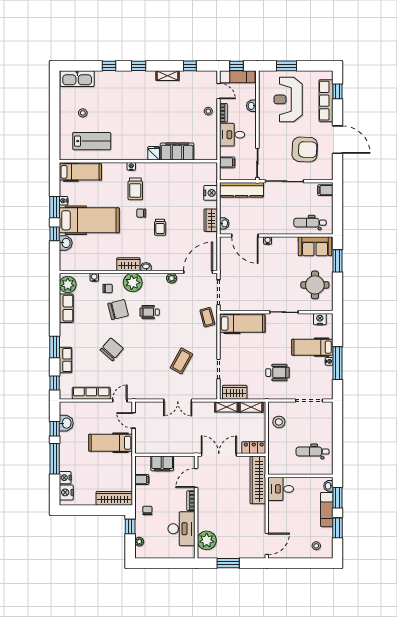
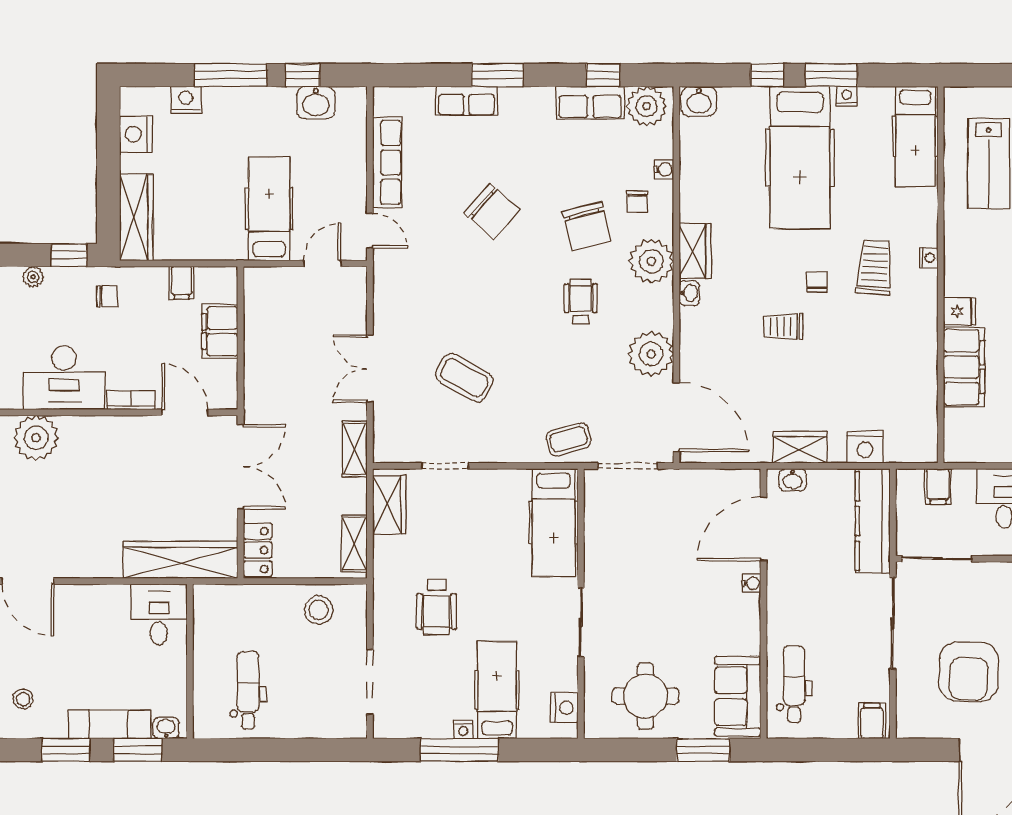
trolley: (135, 189) -> (875, 267), turned 94
washbasin: (66, 243) -> (699, 101), moved
plant: (172, 278) -> (651, 354), width x1.87, depth x1.87
window: (55, 383) -> (603, 75), moved
shelving: (226, 407) -> (355, 449), moved
nightstand: (66, 492) -> (136, 134), moved, turned -90

